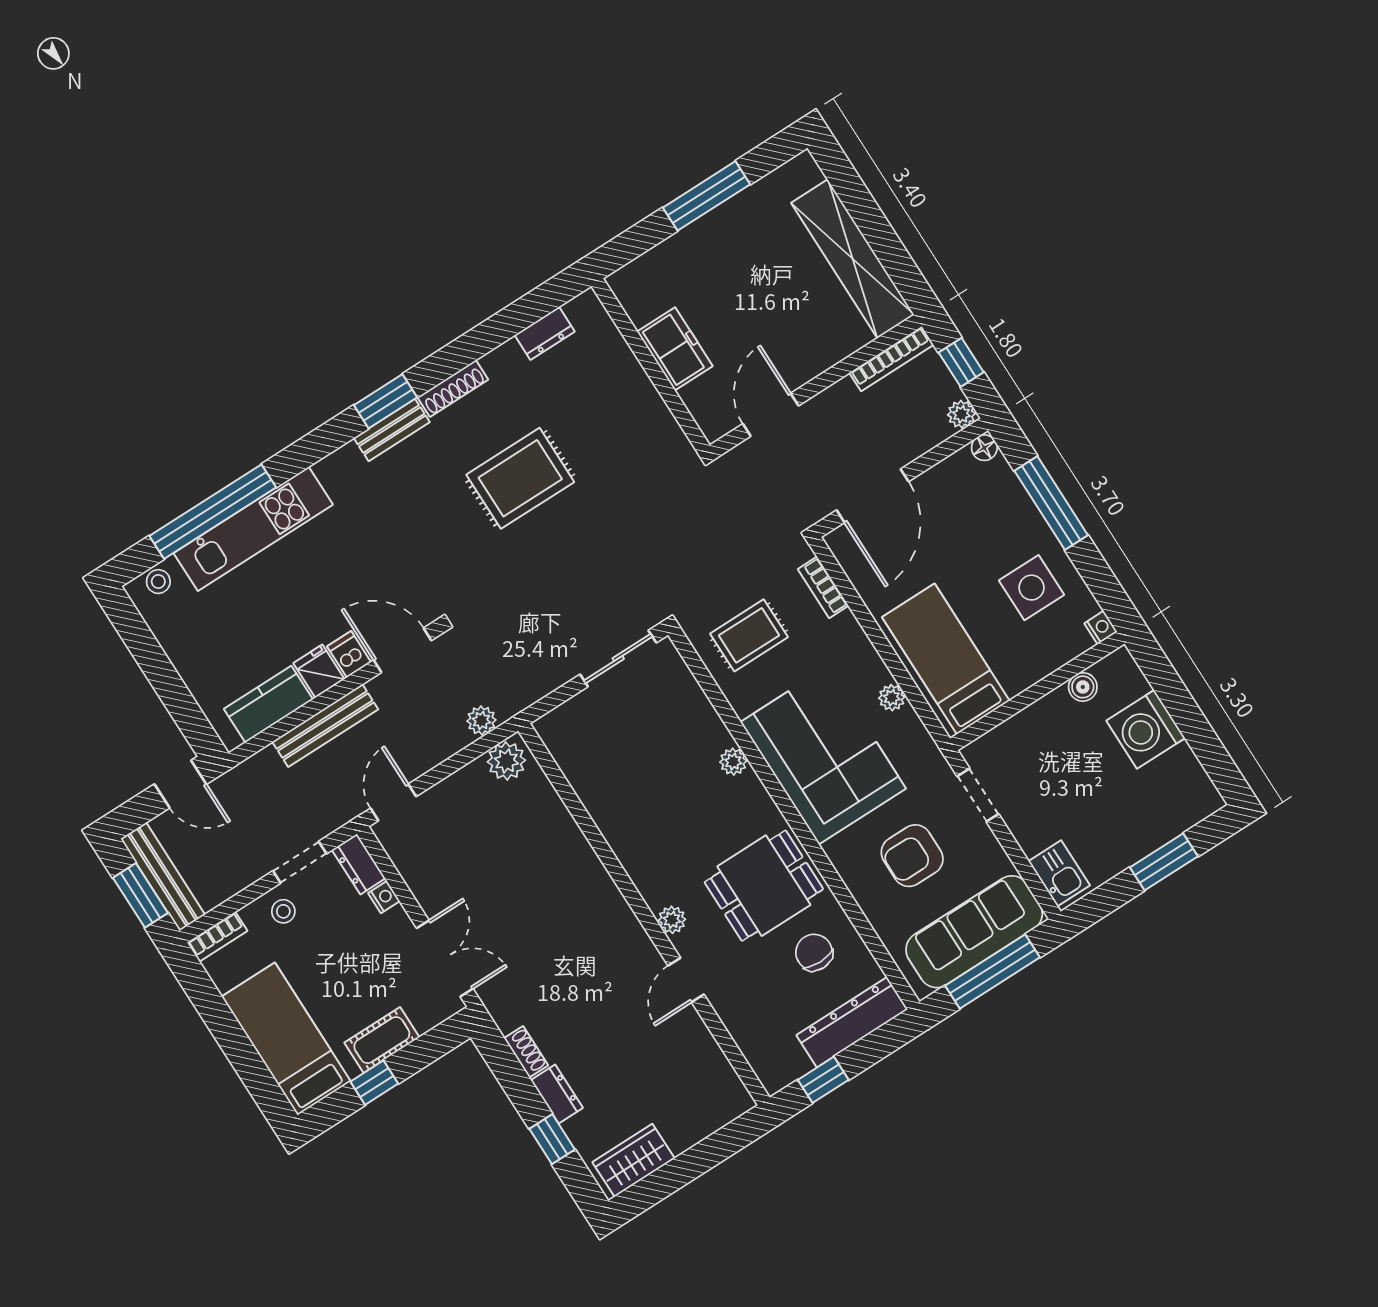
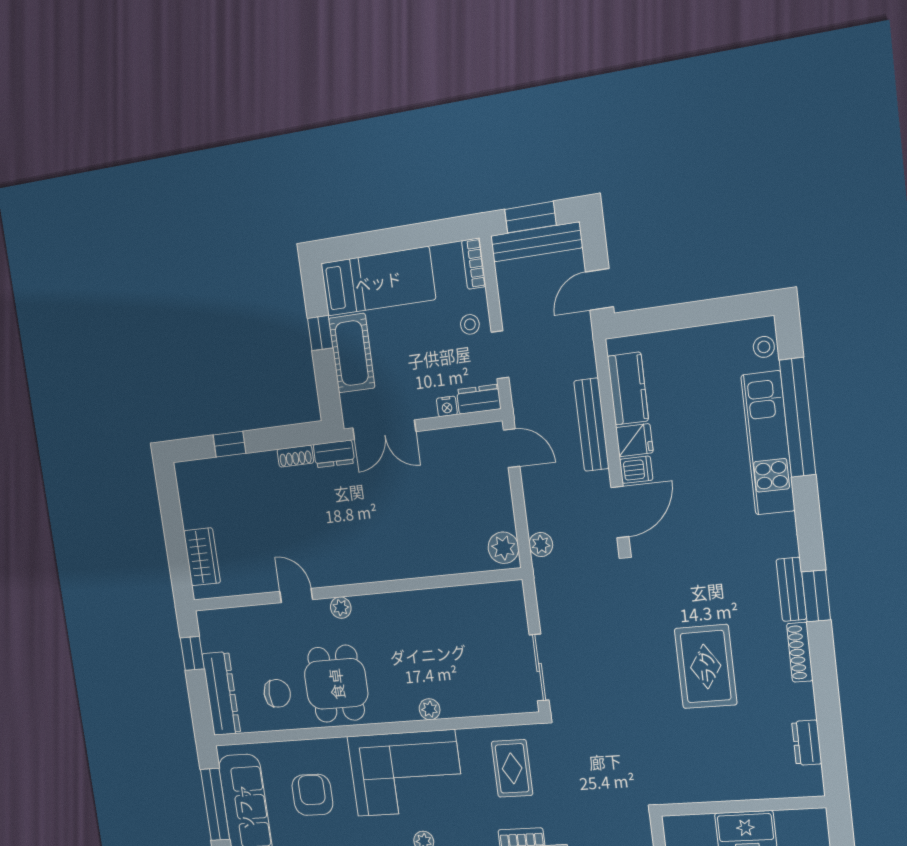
cot: (382, 1040) -> (352, 353), width x1.37, depth x1.34
dresser: (557, 1094) -> (334, 454), moved
wardrobe: (633, 1160) -> (202, 557), moved

